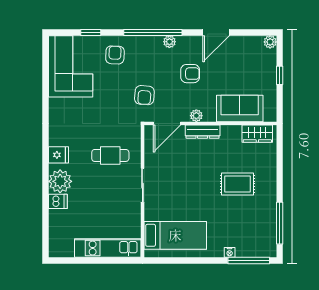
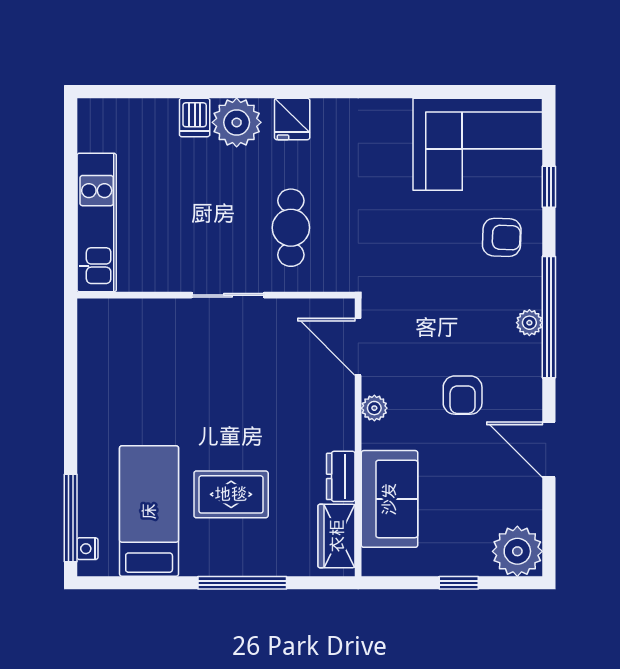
plant: (169, 42) -> (529, 323), moved
plant: (270, 42) -> (517, 551), width x1.87, depth x1.87
armchair: (144, 95) -> (417, 299), removed
dresser: (203, 132) -> (341, 476), moved, width x0.70
rug: (237, 184) -> (231, 494), turned 90
window: (280, 223) -> (242, 583), moved
bed: (175, 235) -> (149, 511), moved, turned 180
nightstand: (230, 252) -> (87, 549), moved

